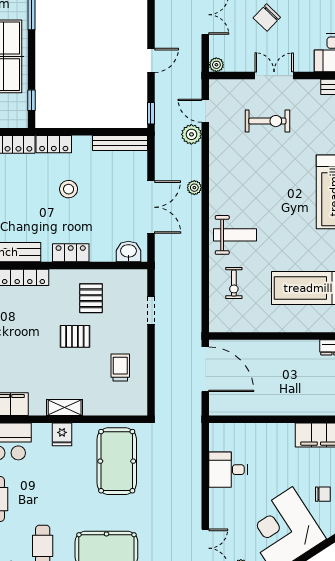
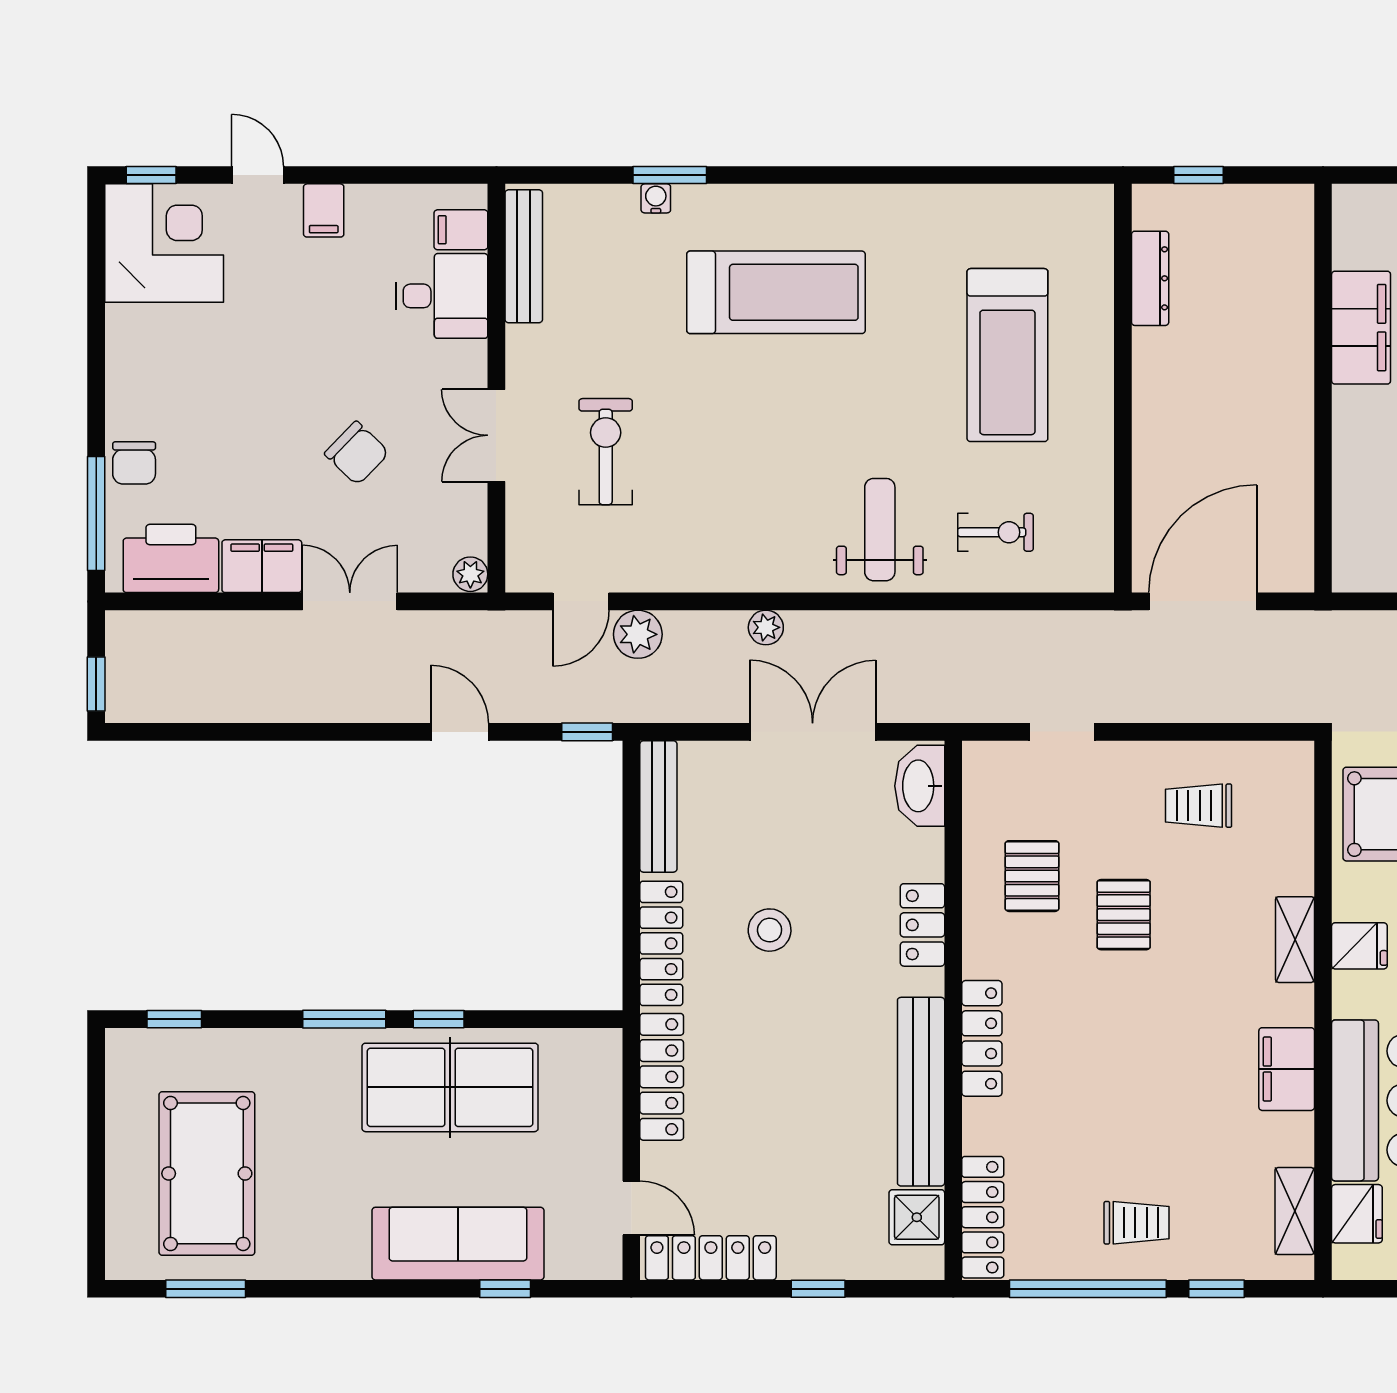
window: (32, 100) -> (439, 1019), moved
locker: (54, 144) -> (661, 943), width x1.53
washbasin: (128, 252) -> (920, 786), width x1.38
pallet: (91, 298) -> (1032, 876), turned 90

